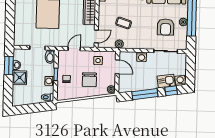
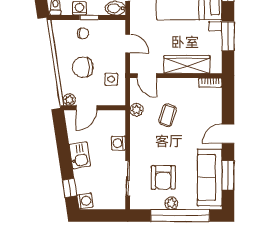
armchair: (166, 27) -> (163, 177), turned -90
door: (117, 67) -> (86, 108), moved
kitchen sink: (166, 81) -> (80, 155), moved
window: (145, 94) -> (64, 150), removed

